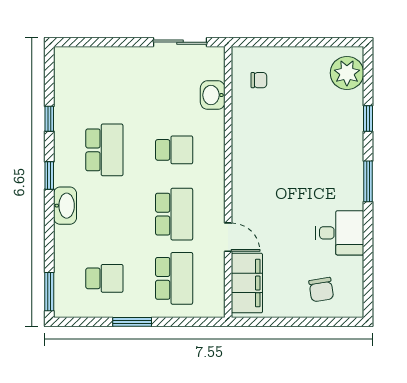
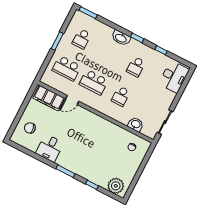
desk: (86, 69) -> (174, 77), added
school desk: (104, 150) -> (136, 67), width x0.54

